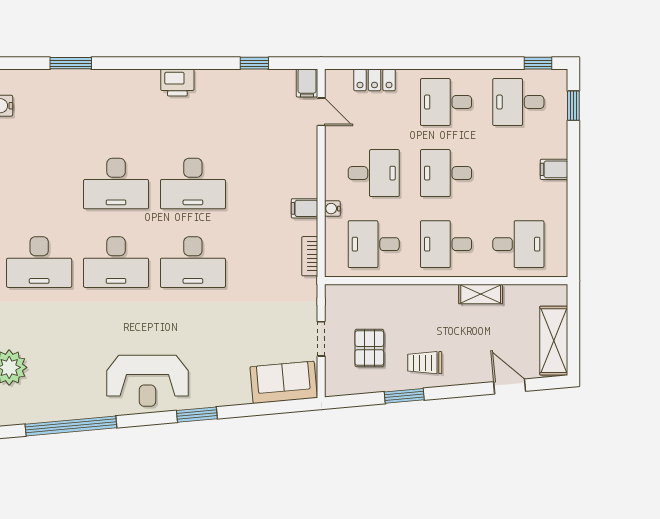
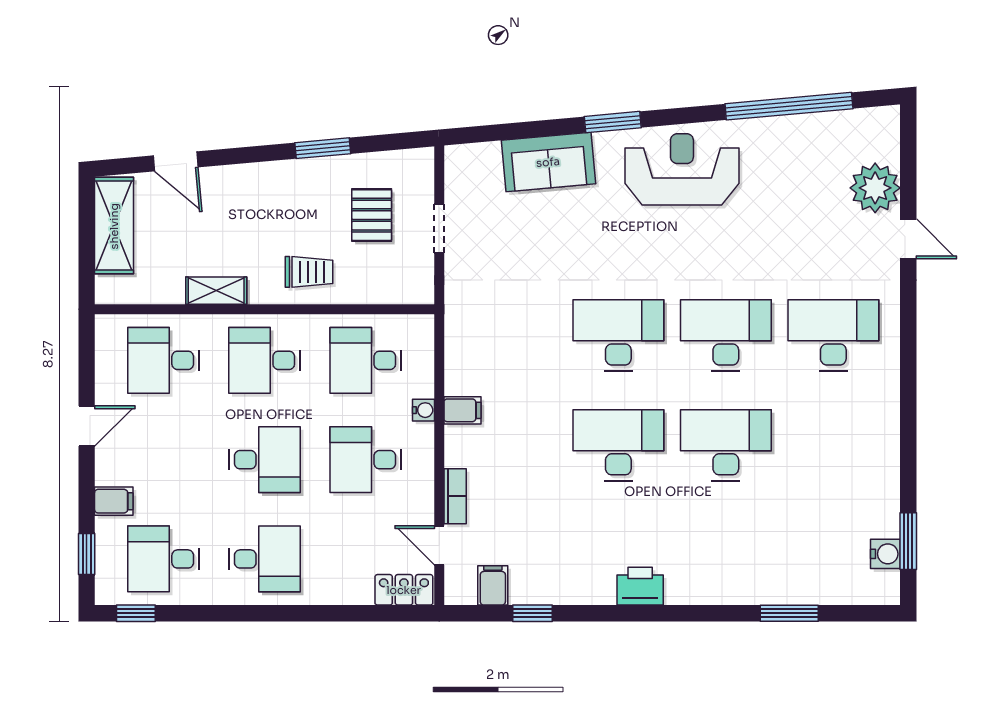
locker: (375, 80) -> (404, 590), moved
filing cabinet: (307, 83) -> (493, 585), moved
desk: (518, 102) -> (163, 559), turned 180
filing cabinet: (554, 169) -> (114, 501), moved
door: (573, 197) -> (87, 426), added
desk: (374, 244) -> (366, 360), turned 180
desk: (446, 244) -> (265, 360), turned 180
bookcase: (310, 256) -> (455, 496), moved
trolley: (425, 363) -> (309, 272), moved
sofa: (284, 382) -> (548, 162), moved

